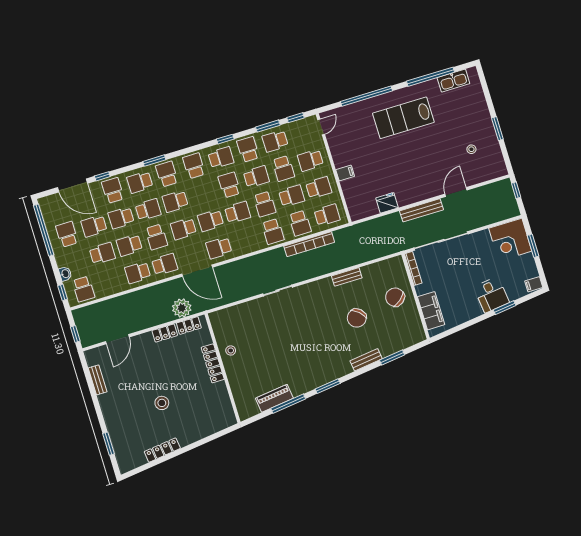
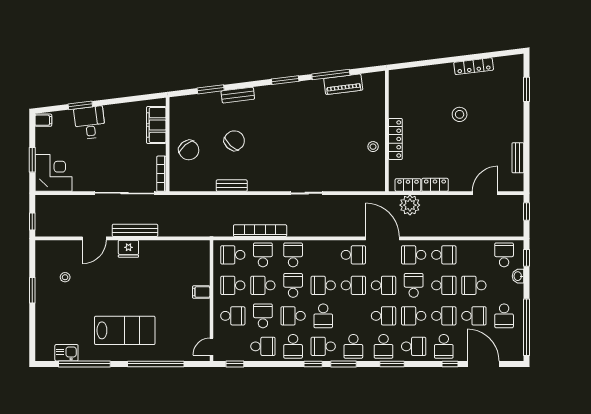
kitchen sink: (453, 81) -> (66, 353), width x0.73
window: (268, 126) -> (343, 364), moved
fridge: (387, 203) -> (128, 249), moved

